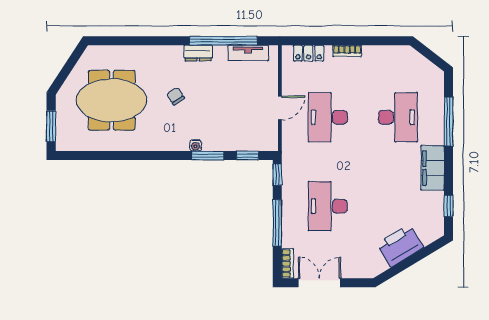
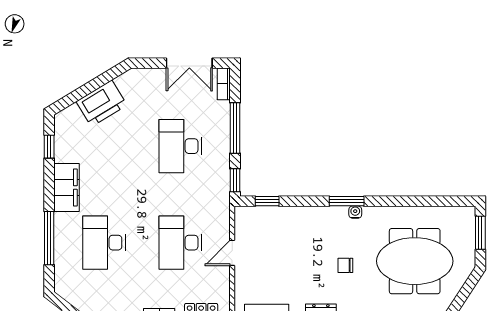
chair: (176, 96) -> (345, 265), turned 123
desk: (328, 117) -> (180, 243), turned 180
water cooler: (196, 145) -> (355, 212), moved
window: (208, 156) -> (347, 201), moved
desk: (328, 206) -> (180, 146), turned 180

